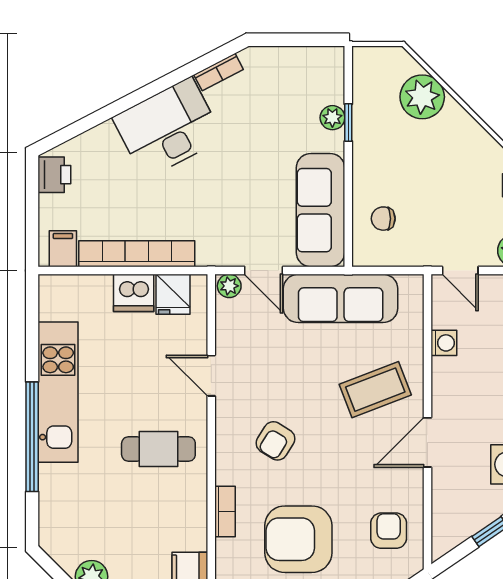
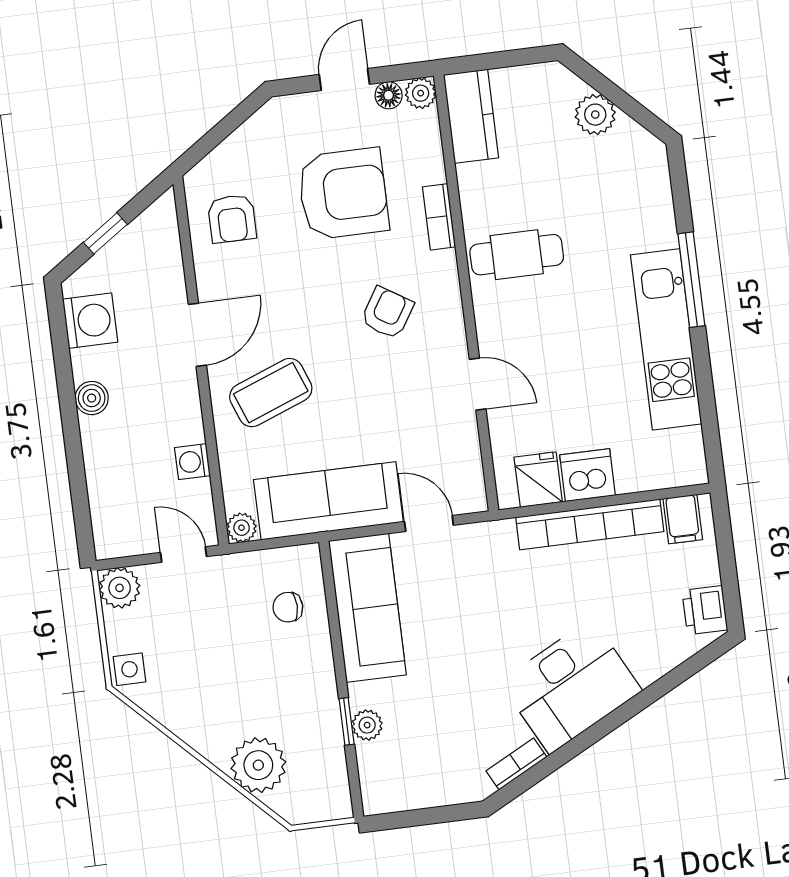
chair: (383, 219) -> (288, 607), turned 180
plant: (229, 286) -> (242, 528), moved
window: (32, 437) -> (691, 280), width x0.68
cafe table: (158, 449) -> (517, 255), moved

